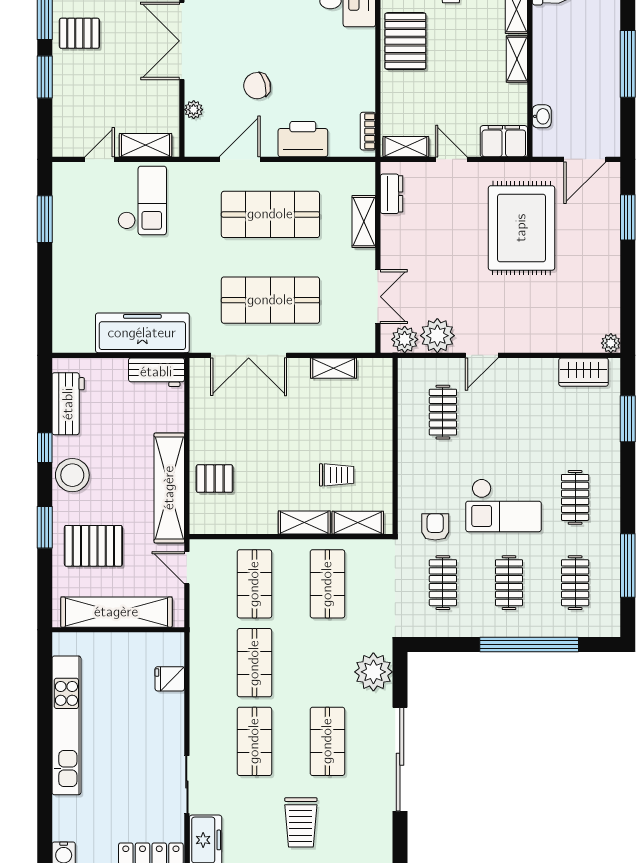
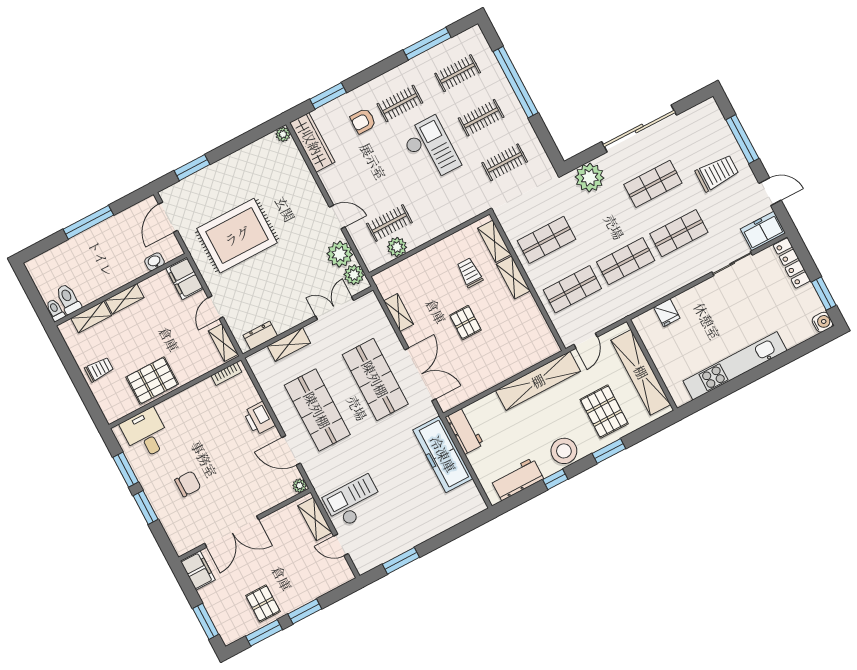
chair: (257, 86) -> (188, 484), moved, turned -75
plant: (194, 110) -> (300, 486), moved
printer: (303, 139) -> (259, 418), width x0.73, depth x0.84
door: (585, 159) -> (168, 217), swing flipped
wardrobe: (584, 372) -> (312, 142), width x1.50
plant: (411, 406) -> (397, 247), added
pallet: (215, 479) -> (465, 323), moved
armchair: (435, 527) -> (363, 121), moved

